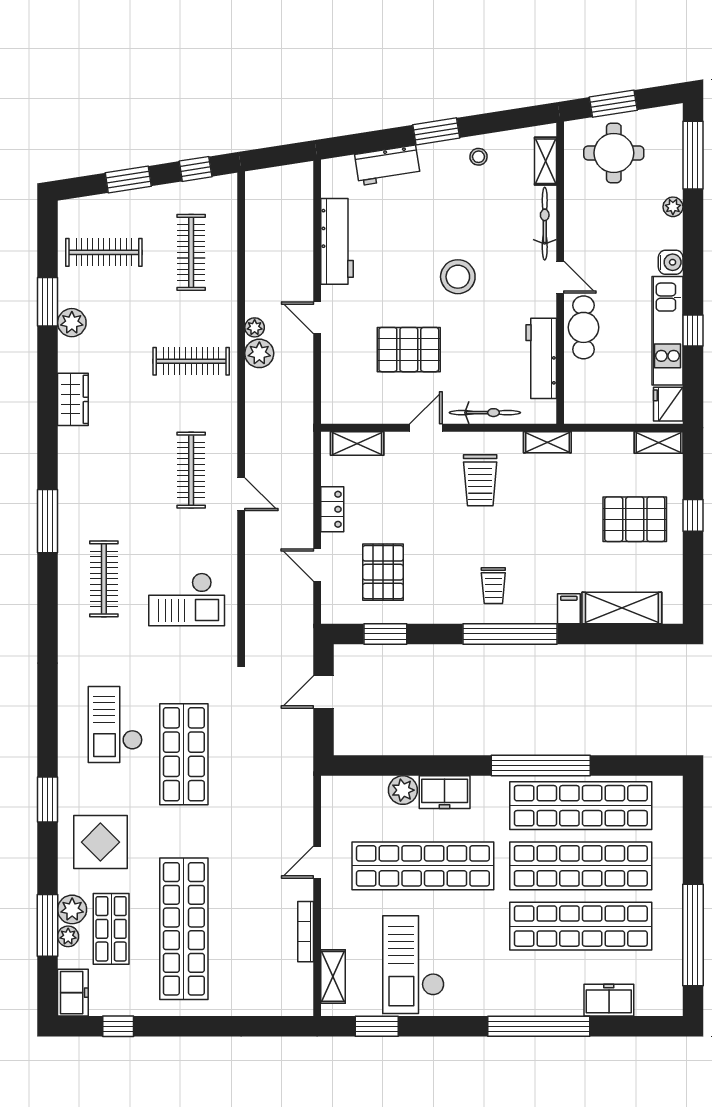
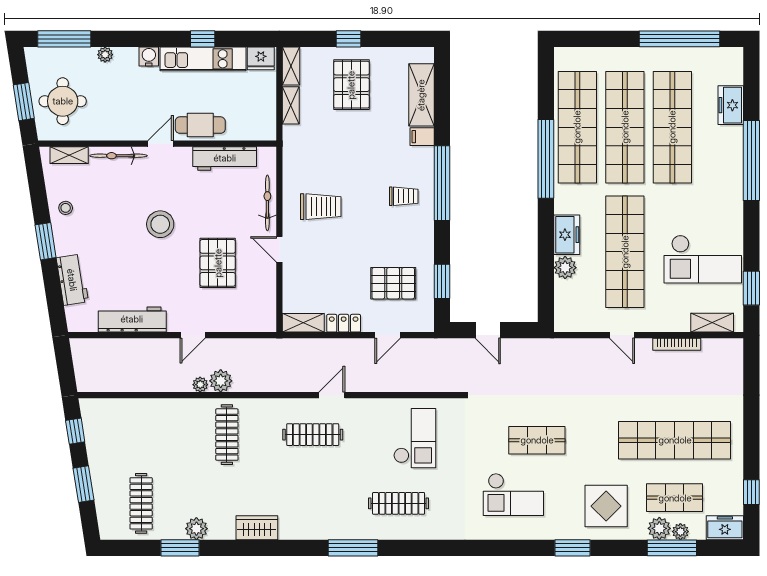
clothes rail: (191, 252) -> (141, 435), removed
shelving: (547, 442) -> (291, 105), moved
shelving: (357, 443) -> (303, 323), moved, turned 90
shop shelf: (184, 754) -> (537, 440), width x0.70, depth x0.74

